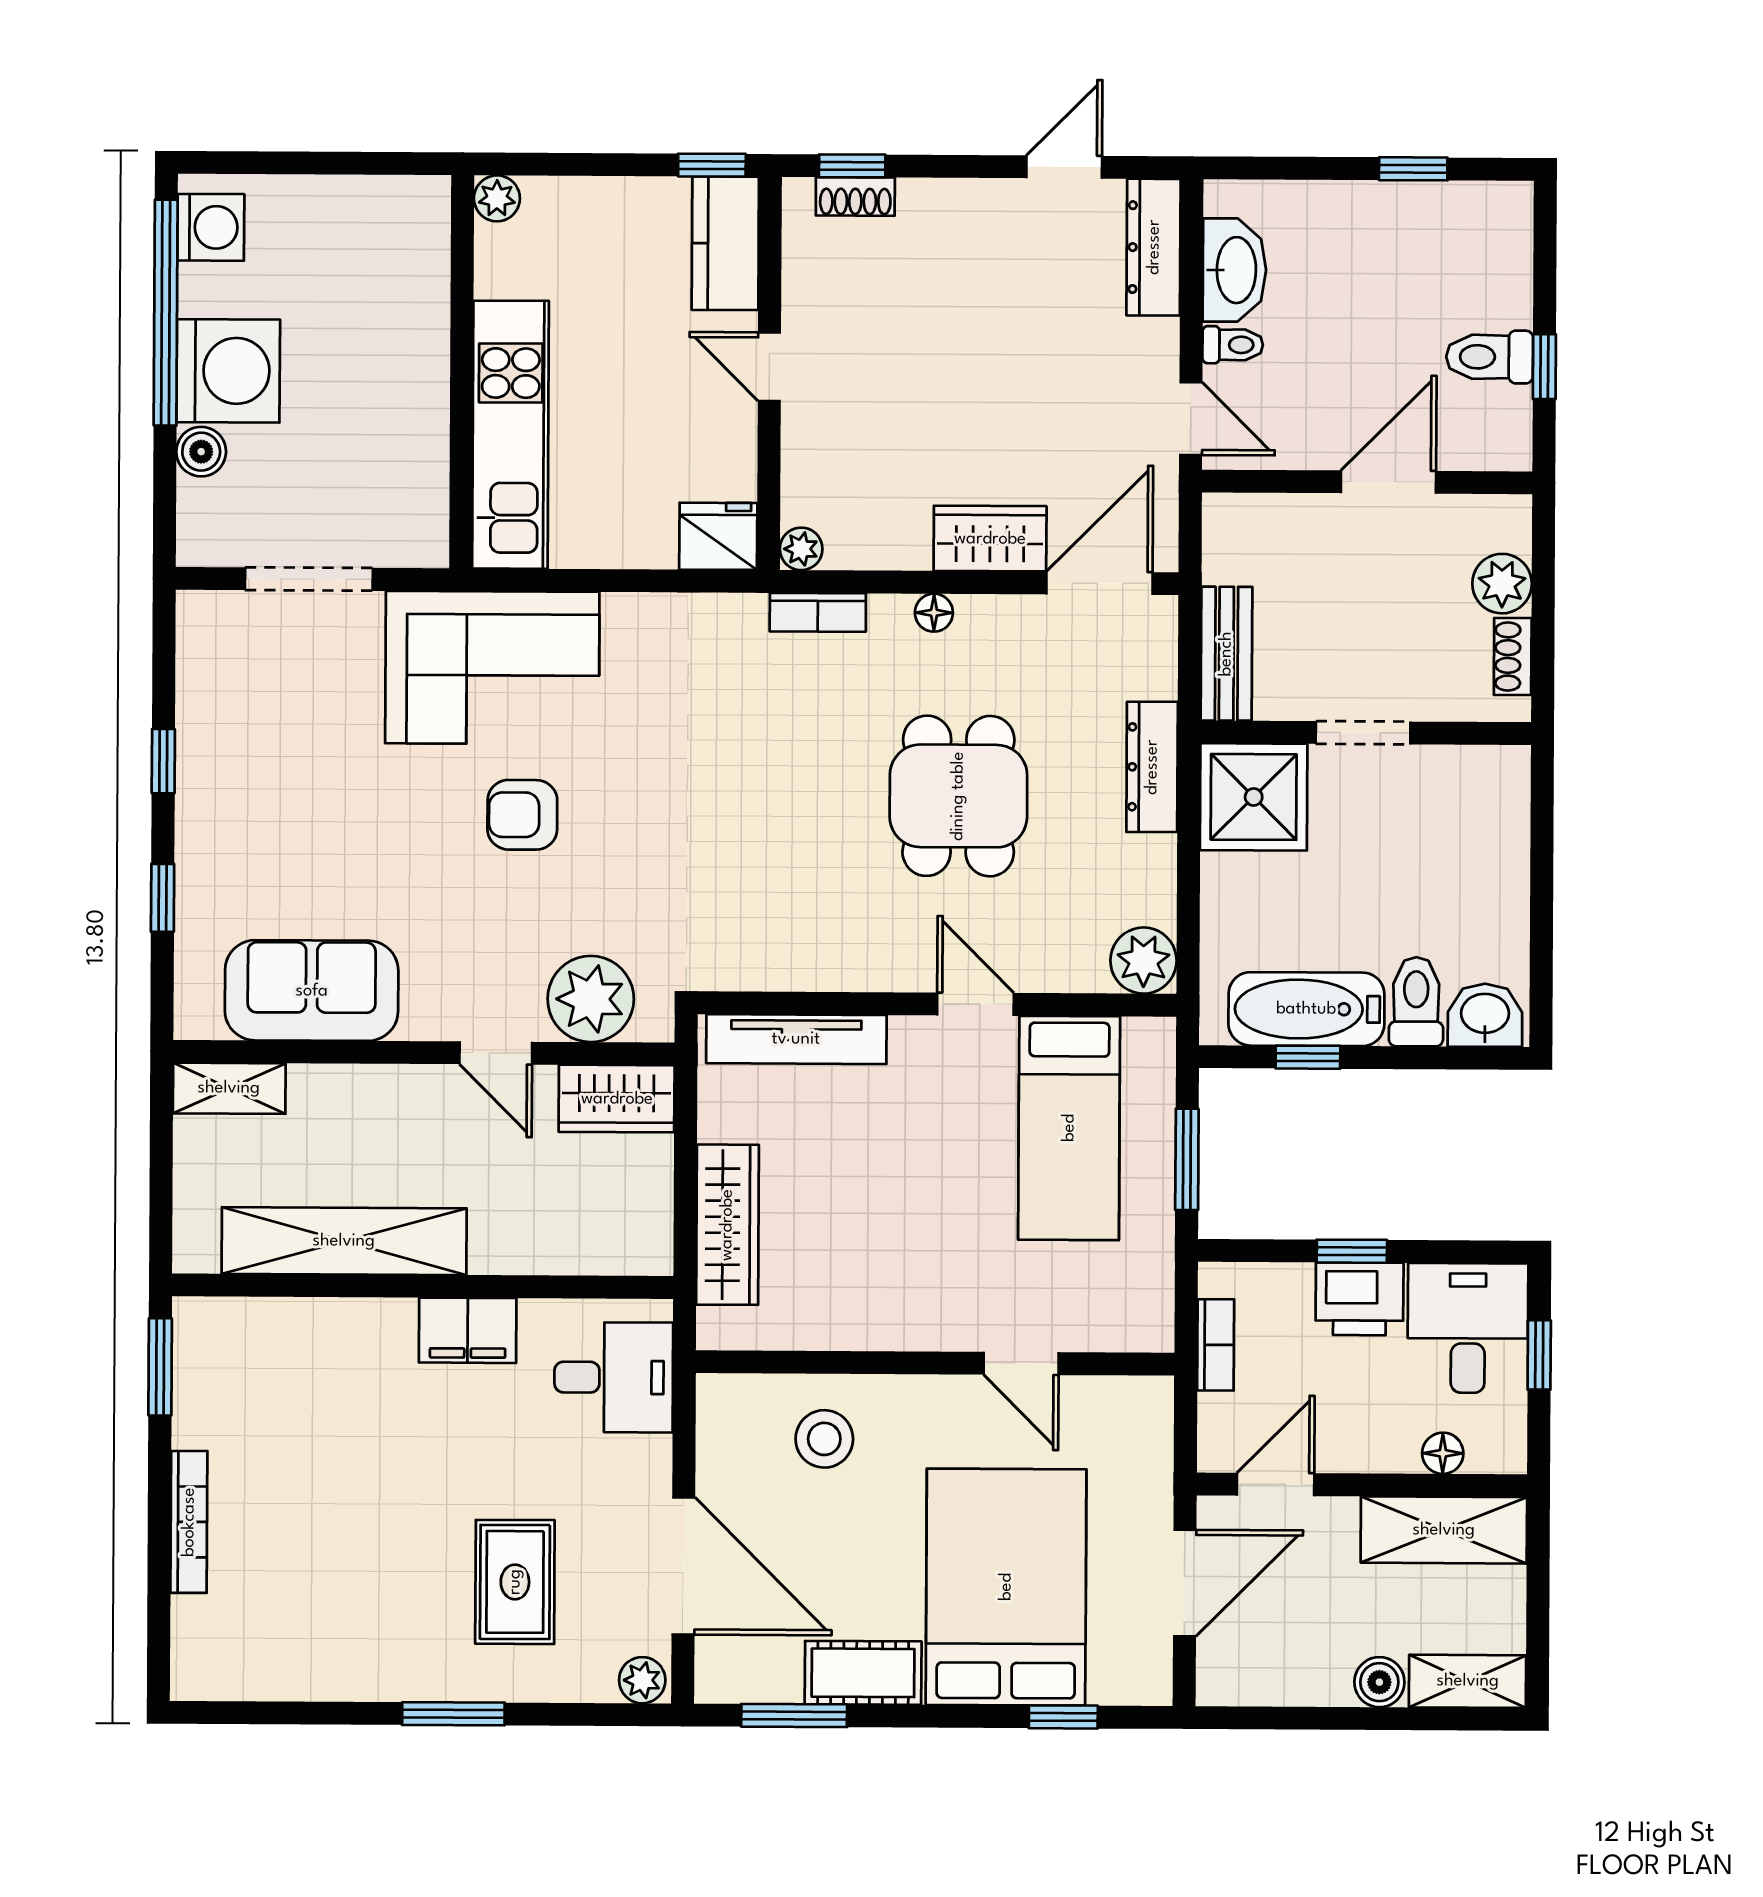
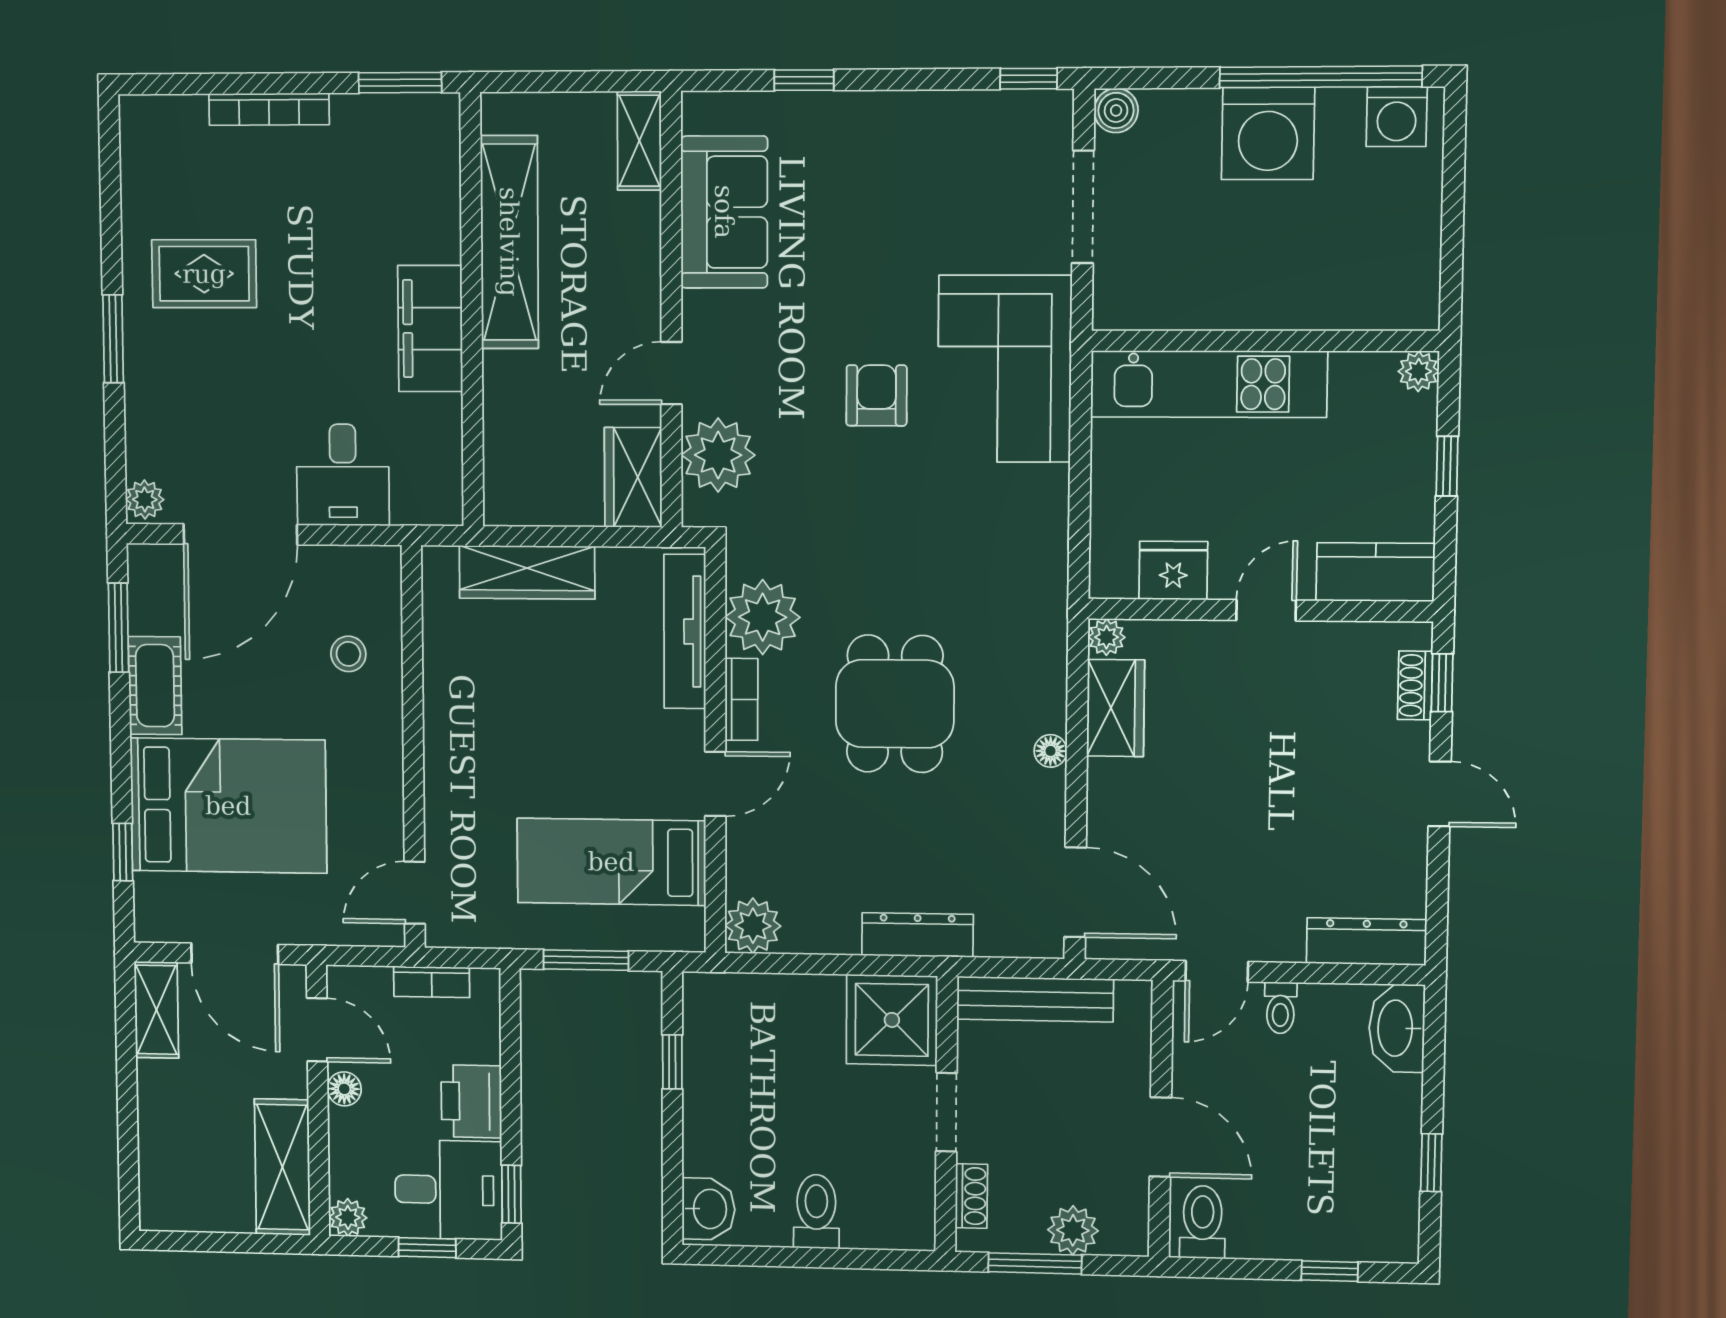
window: (712, 165) -> (1447, 466), moved
door: (1064, 167) -> (1440, 794), moved
washbasin: (1235, 270) -> (1397, 1028), moved, turned 90
toilet: (1490, 357) -> (1203, 1222), moved
window: (1544, 367) -> (1330, 1271), moved
boiler: (201, 452) -> (1116, 110), moved
fridge: (718, 536) -> (1173, 571), moved, turned -90
wardrobe: (990, 539) -> (1116, 708), moved
bookcase: (818, 612) -> (741, 699), moved, turned 180
window: (1543, 628) -> (1035, 1263), added
bench: (1226, 654) -> (1035, 999), width x1.36
shoe rack: (1513, 657) -> (971, 1196), moved, turned 90
window: (163, 761) -> (1029, 79), moved
dining table: (958, 796) -> (895, 704), moved, turned 90
plant: (779, 948) -> (763, 617), added
toilet: (1416, 1002) -> (816, 1212), moved, turned -90
bathtub: (1306, 1009) -> (713, 1061), removed
window: (1352, 1251) -> (511, 1194), moved
filing cabinet: (468, 1330) -> (430, 329), width x1.50, depth x1.17
door: (1021, 1363) -> (415, 893), moved
desk: (614, 1377) -> (343, 475), moved
stool: (824, 1439) -> (348, 654), width x0.73, depth x0.73
plant: (1504, 1451) -> (348, 1217), added
floor lamp: (1443, 1453) -> (344, 1089), moved
rug: (515, 1582) -> (204, 274), moved
shelving: (1468, 1681) -> (156, 1010), moved
boiler: (1379, 1682) -> (157, 1112), removed

